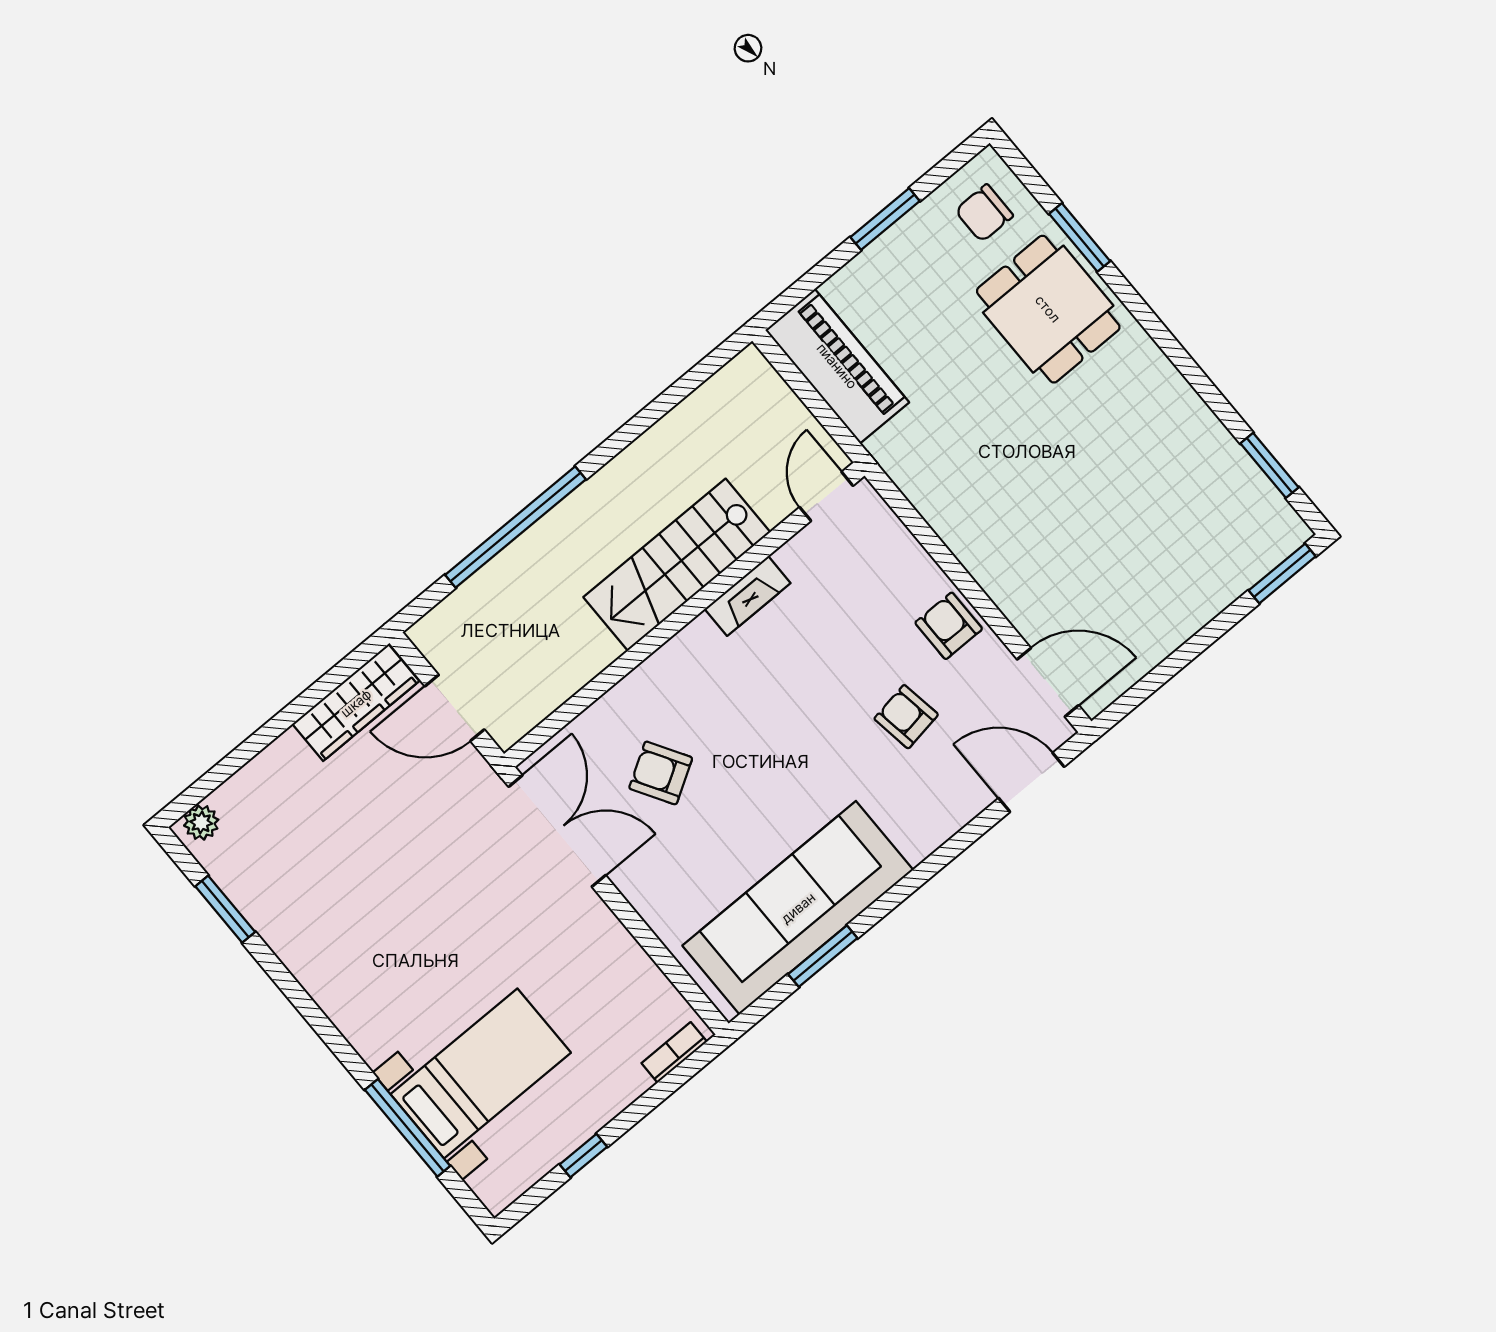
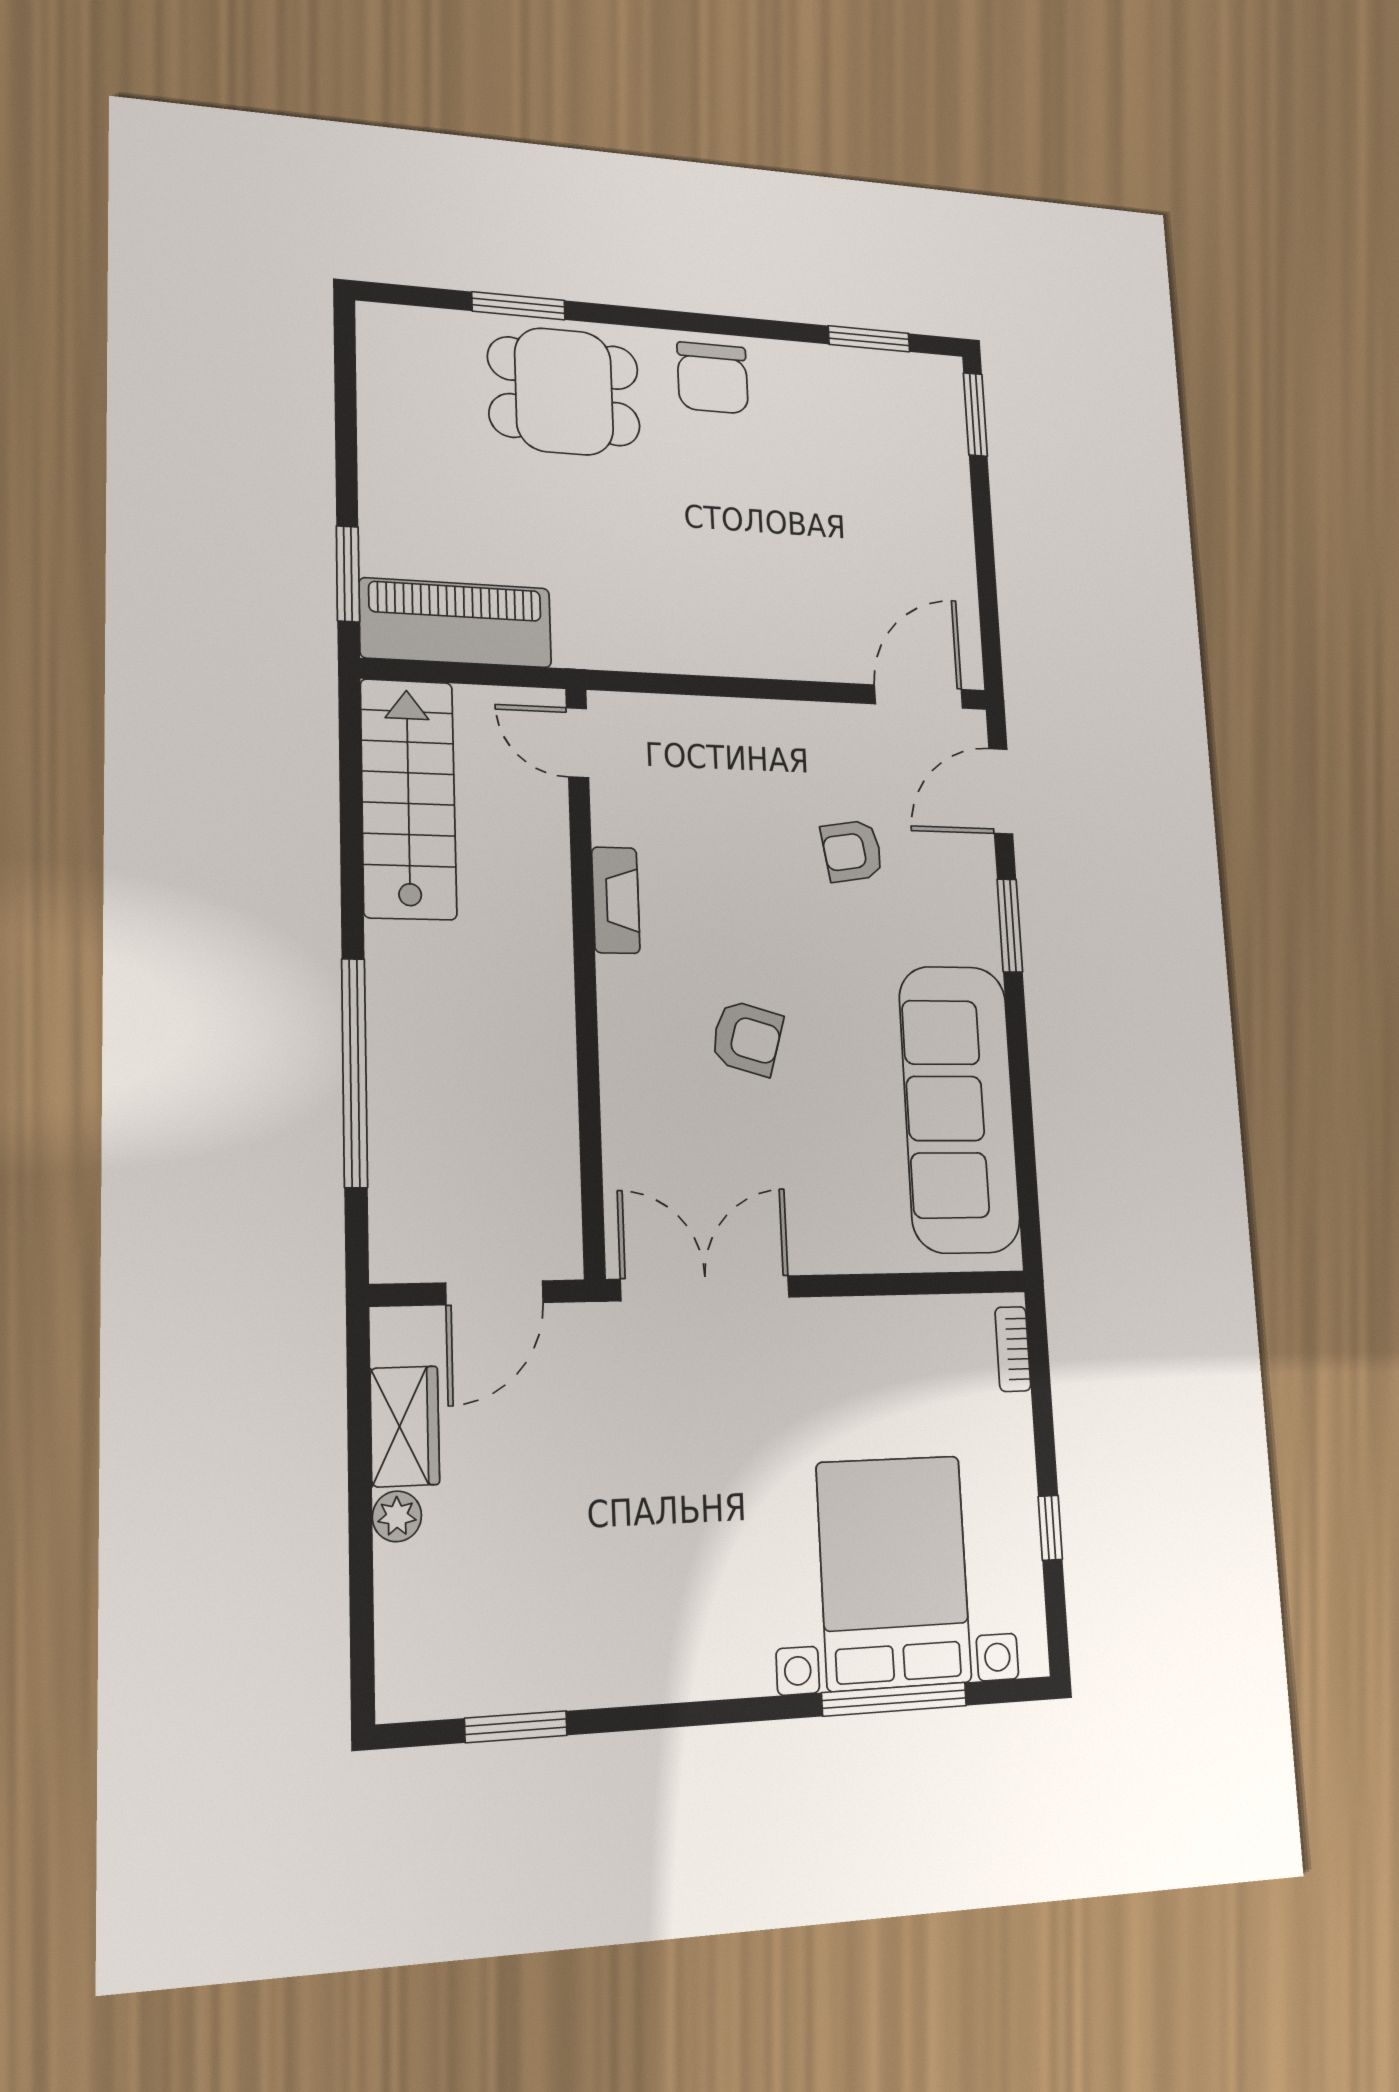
chair: (984, 213) -> (713, 378), moved, width x1.37, depth x1.37
window: (885, 219) -> (348, 574), moved
stairs: (677, 565) -> (408, 799), moved, turned 180
armchair: (949, 626) -> (795, 738), removed
wardrobe: (356, 703) -> (405, 1426), width x0.67
armchair: (661, 773) -> (747, 1038), moved, turned -133
plant: (201, 823) -> (397, 1516), moved
window: (823, 956) -> (1010, 925), moved
bed with nightstands: (481, 1073) -> (894, 1572), width x1.36

